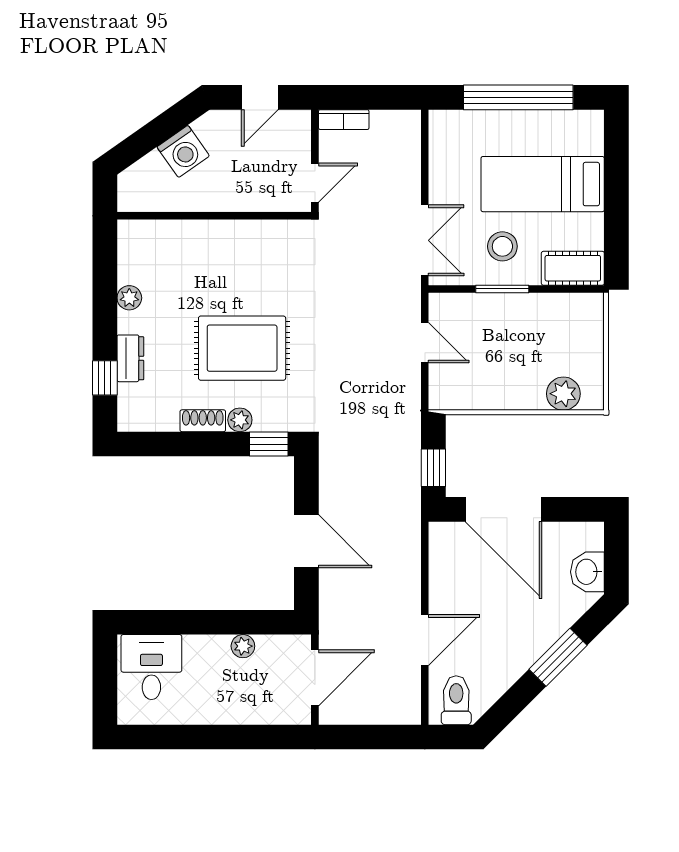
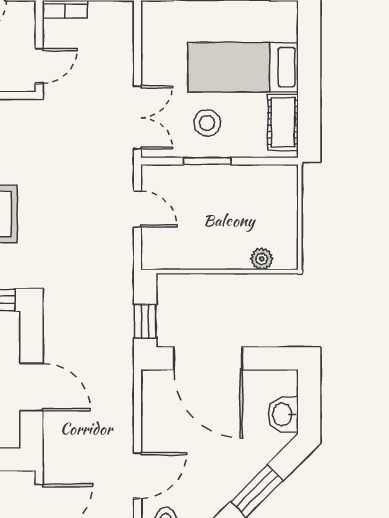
cot: (573, 268) -> (283, 122), moved, turned 90
plant: (563, 394) -> (262, 259), width x0.73, depth x0.73

